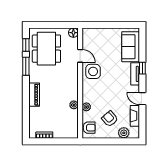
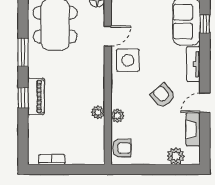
window: (26, 45) -> (23, 98), moved
door: (80, 56) -> (108, 36), hinge flipped
window: (142, 68) -> (205, 24), moved
door: (142, 99) -> (205, 103), hinge flipped
armchair: (110, 119) -> (163, 96), moved

